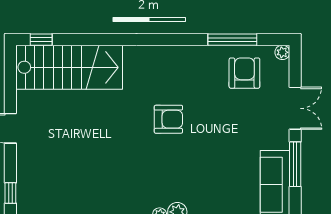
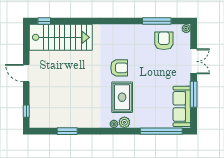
rug: (173, 169) -> (122, 97), added

